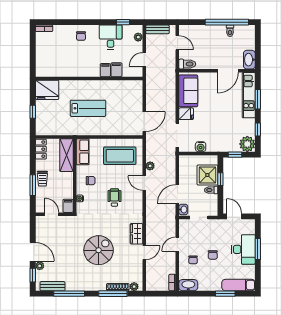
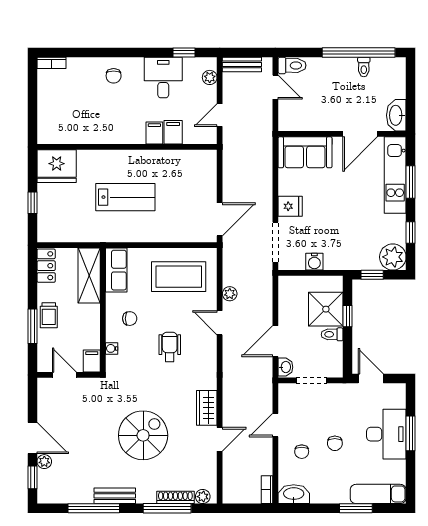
toilet: (187, 64) -> (292, 65), moved
sofa: (188, 91) -> (305, 152), moved, turned 90
bench: (52, 286) -> (115, 496), moved

